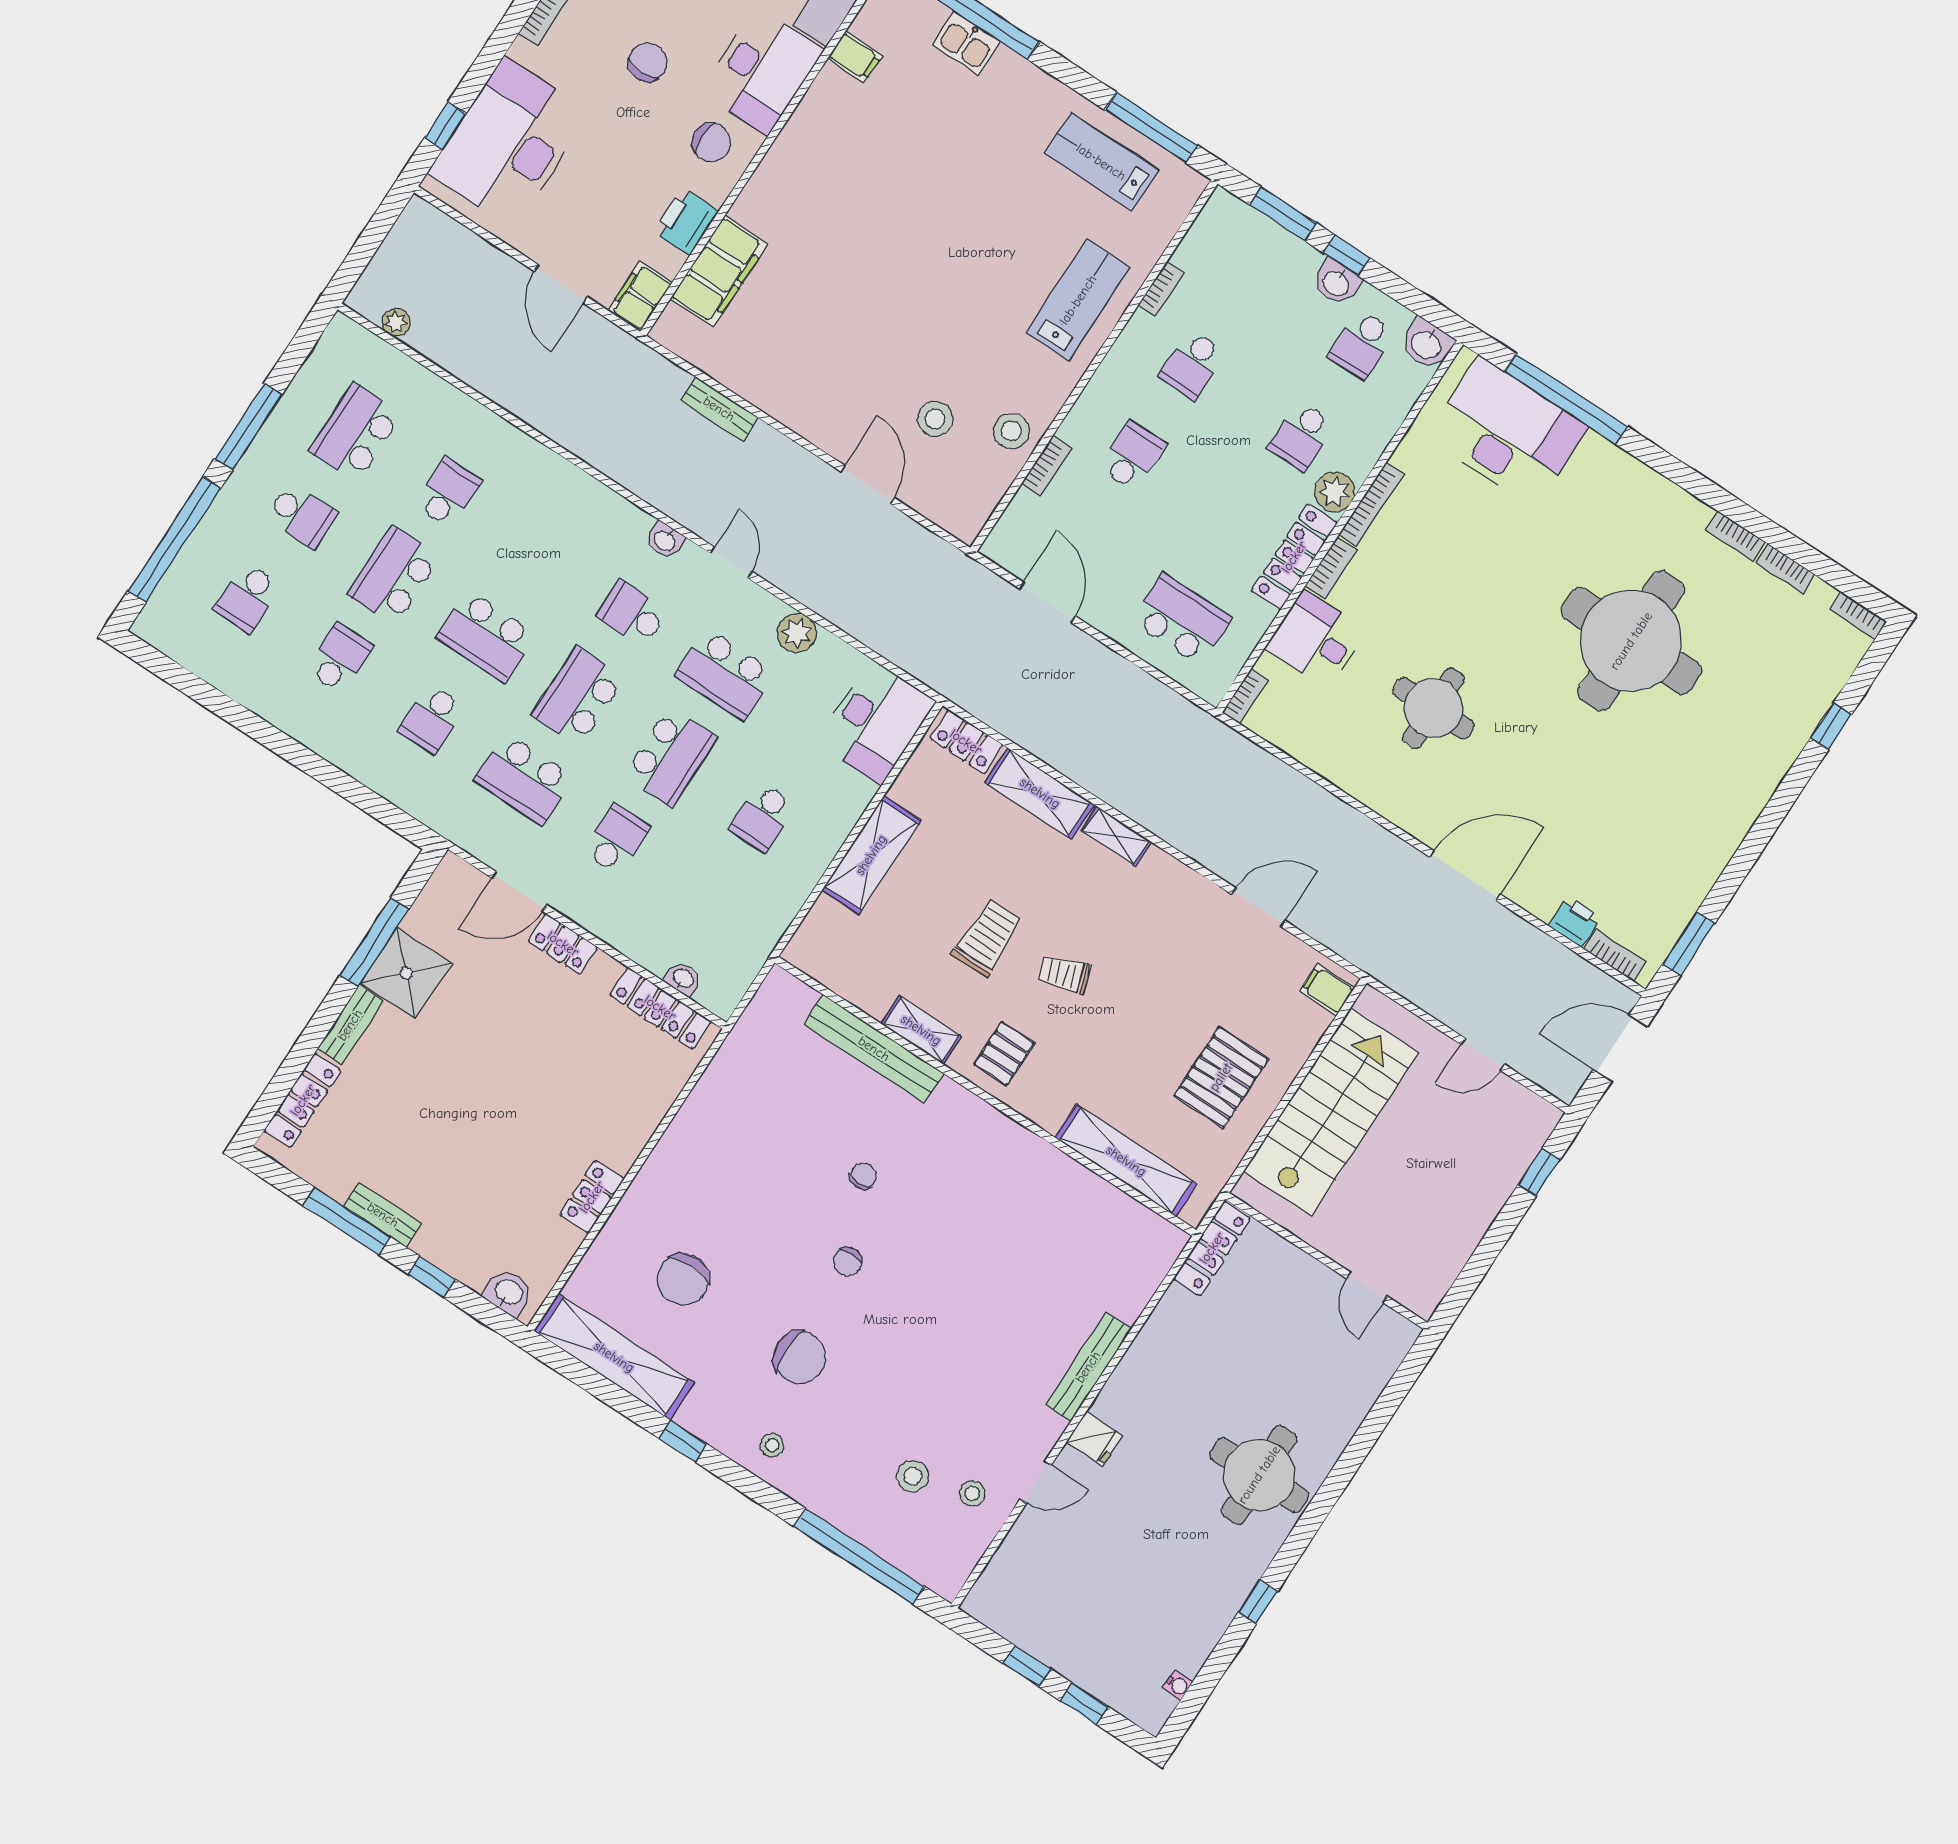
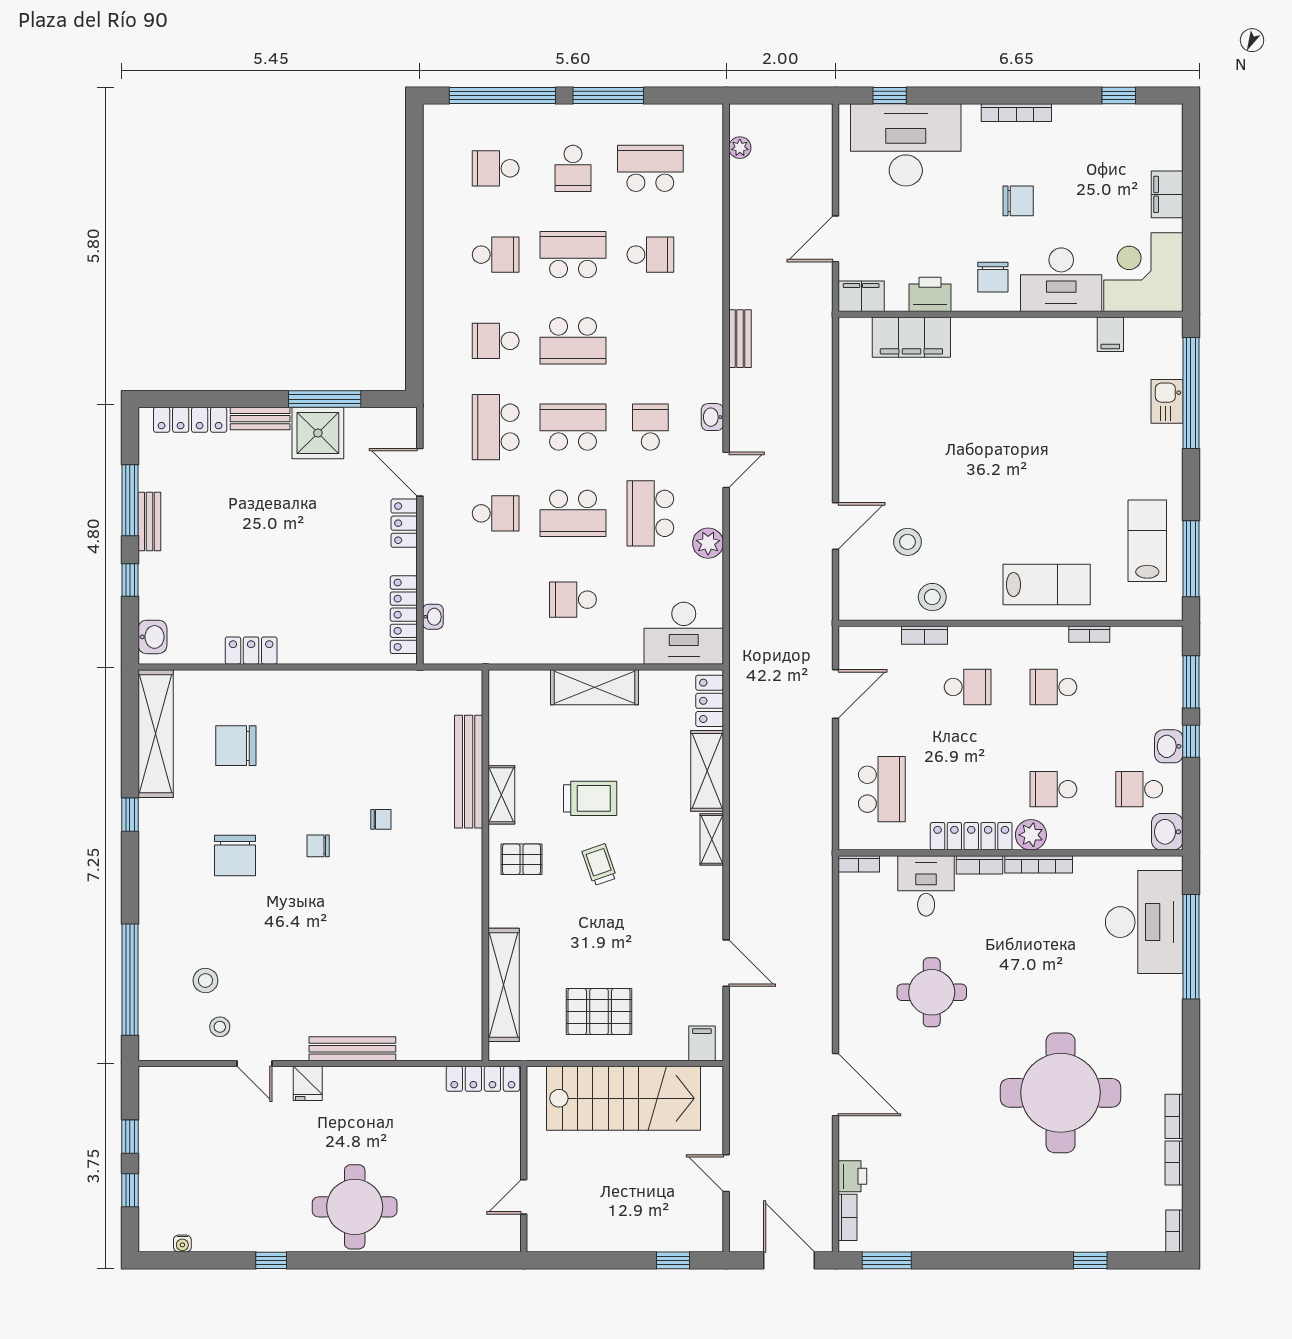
bench: (719, 409) -> (740, 339), moved
school desk: (486, 636) -> (573, 341), turned -90
stool: (772, 1445) -> (165, 875), removed

